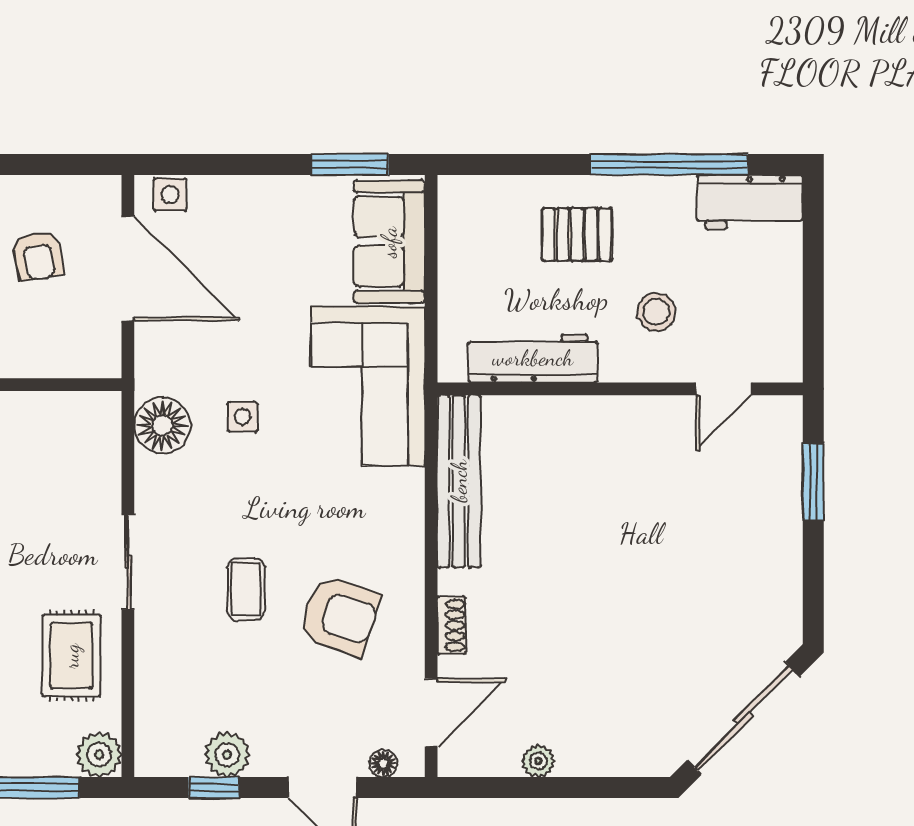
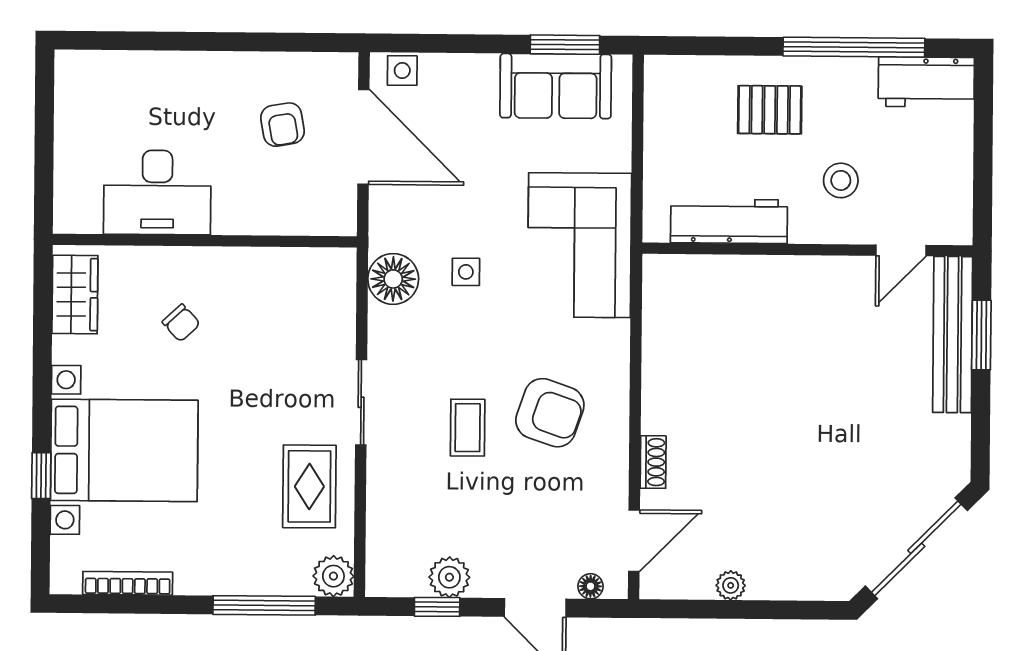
sofa: (389, 242) -> (556, 86), moved, turned -90
bench: (459, 481) -> (953, 335), moved
armchair: (340, 615) -> (550, 413), moved

